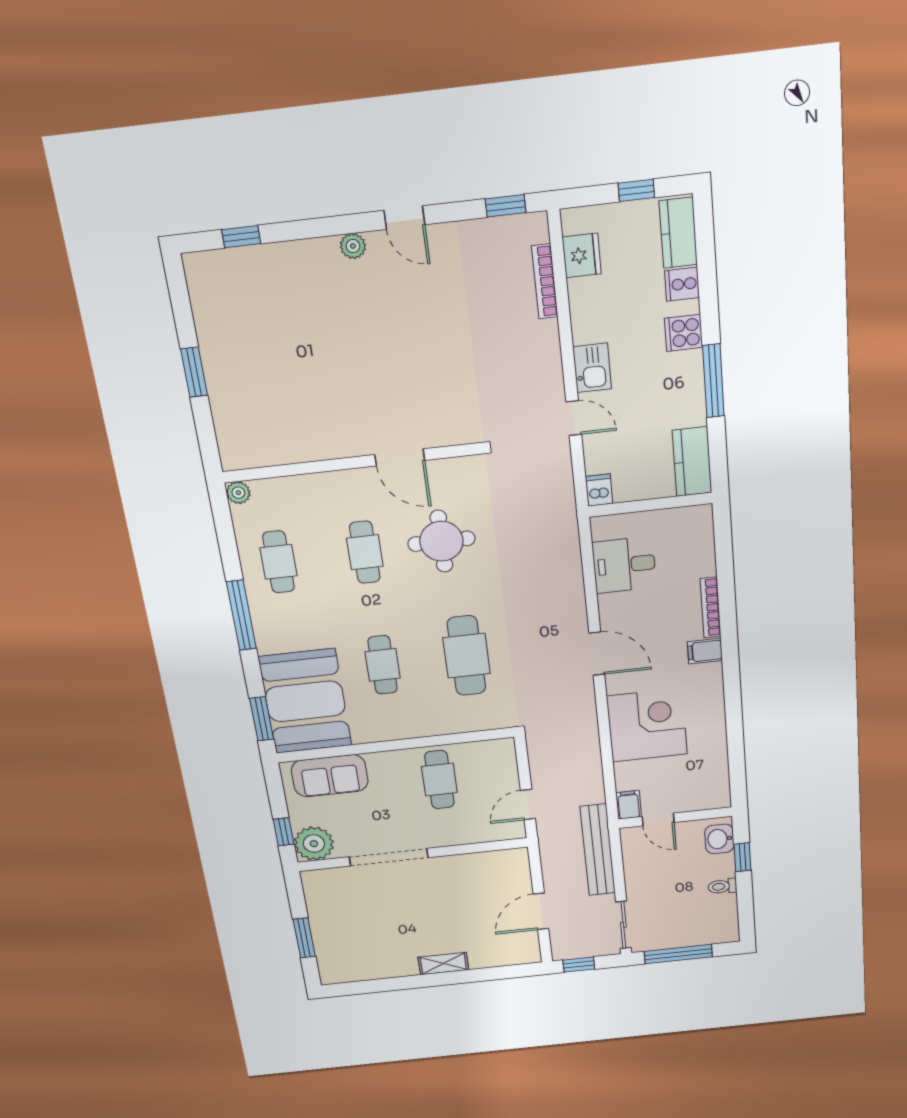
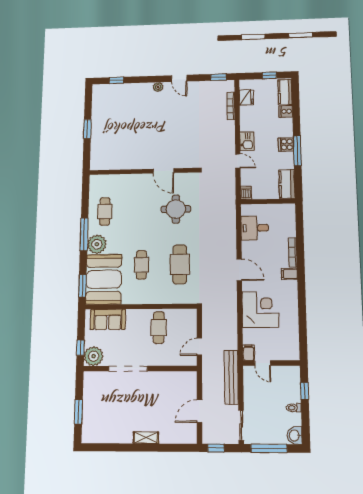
cooker: (684, 333) -> (286, 144), moved
plant: (238, 493) -> (97, 244), moved, width x1.87, depth x1.87
cafe table: (365, 552) -> (142, 211), removed
washbasin: (719, 839) -> (295, 436), moved

